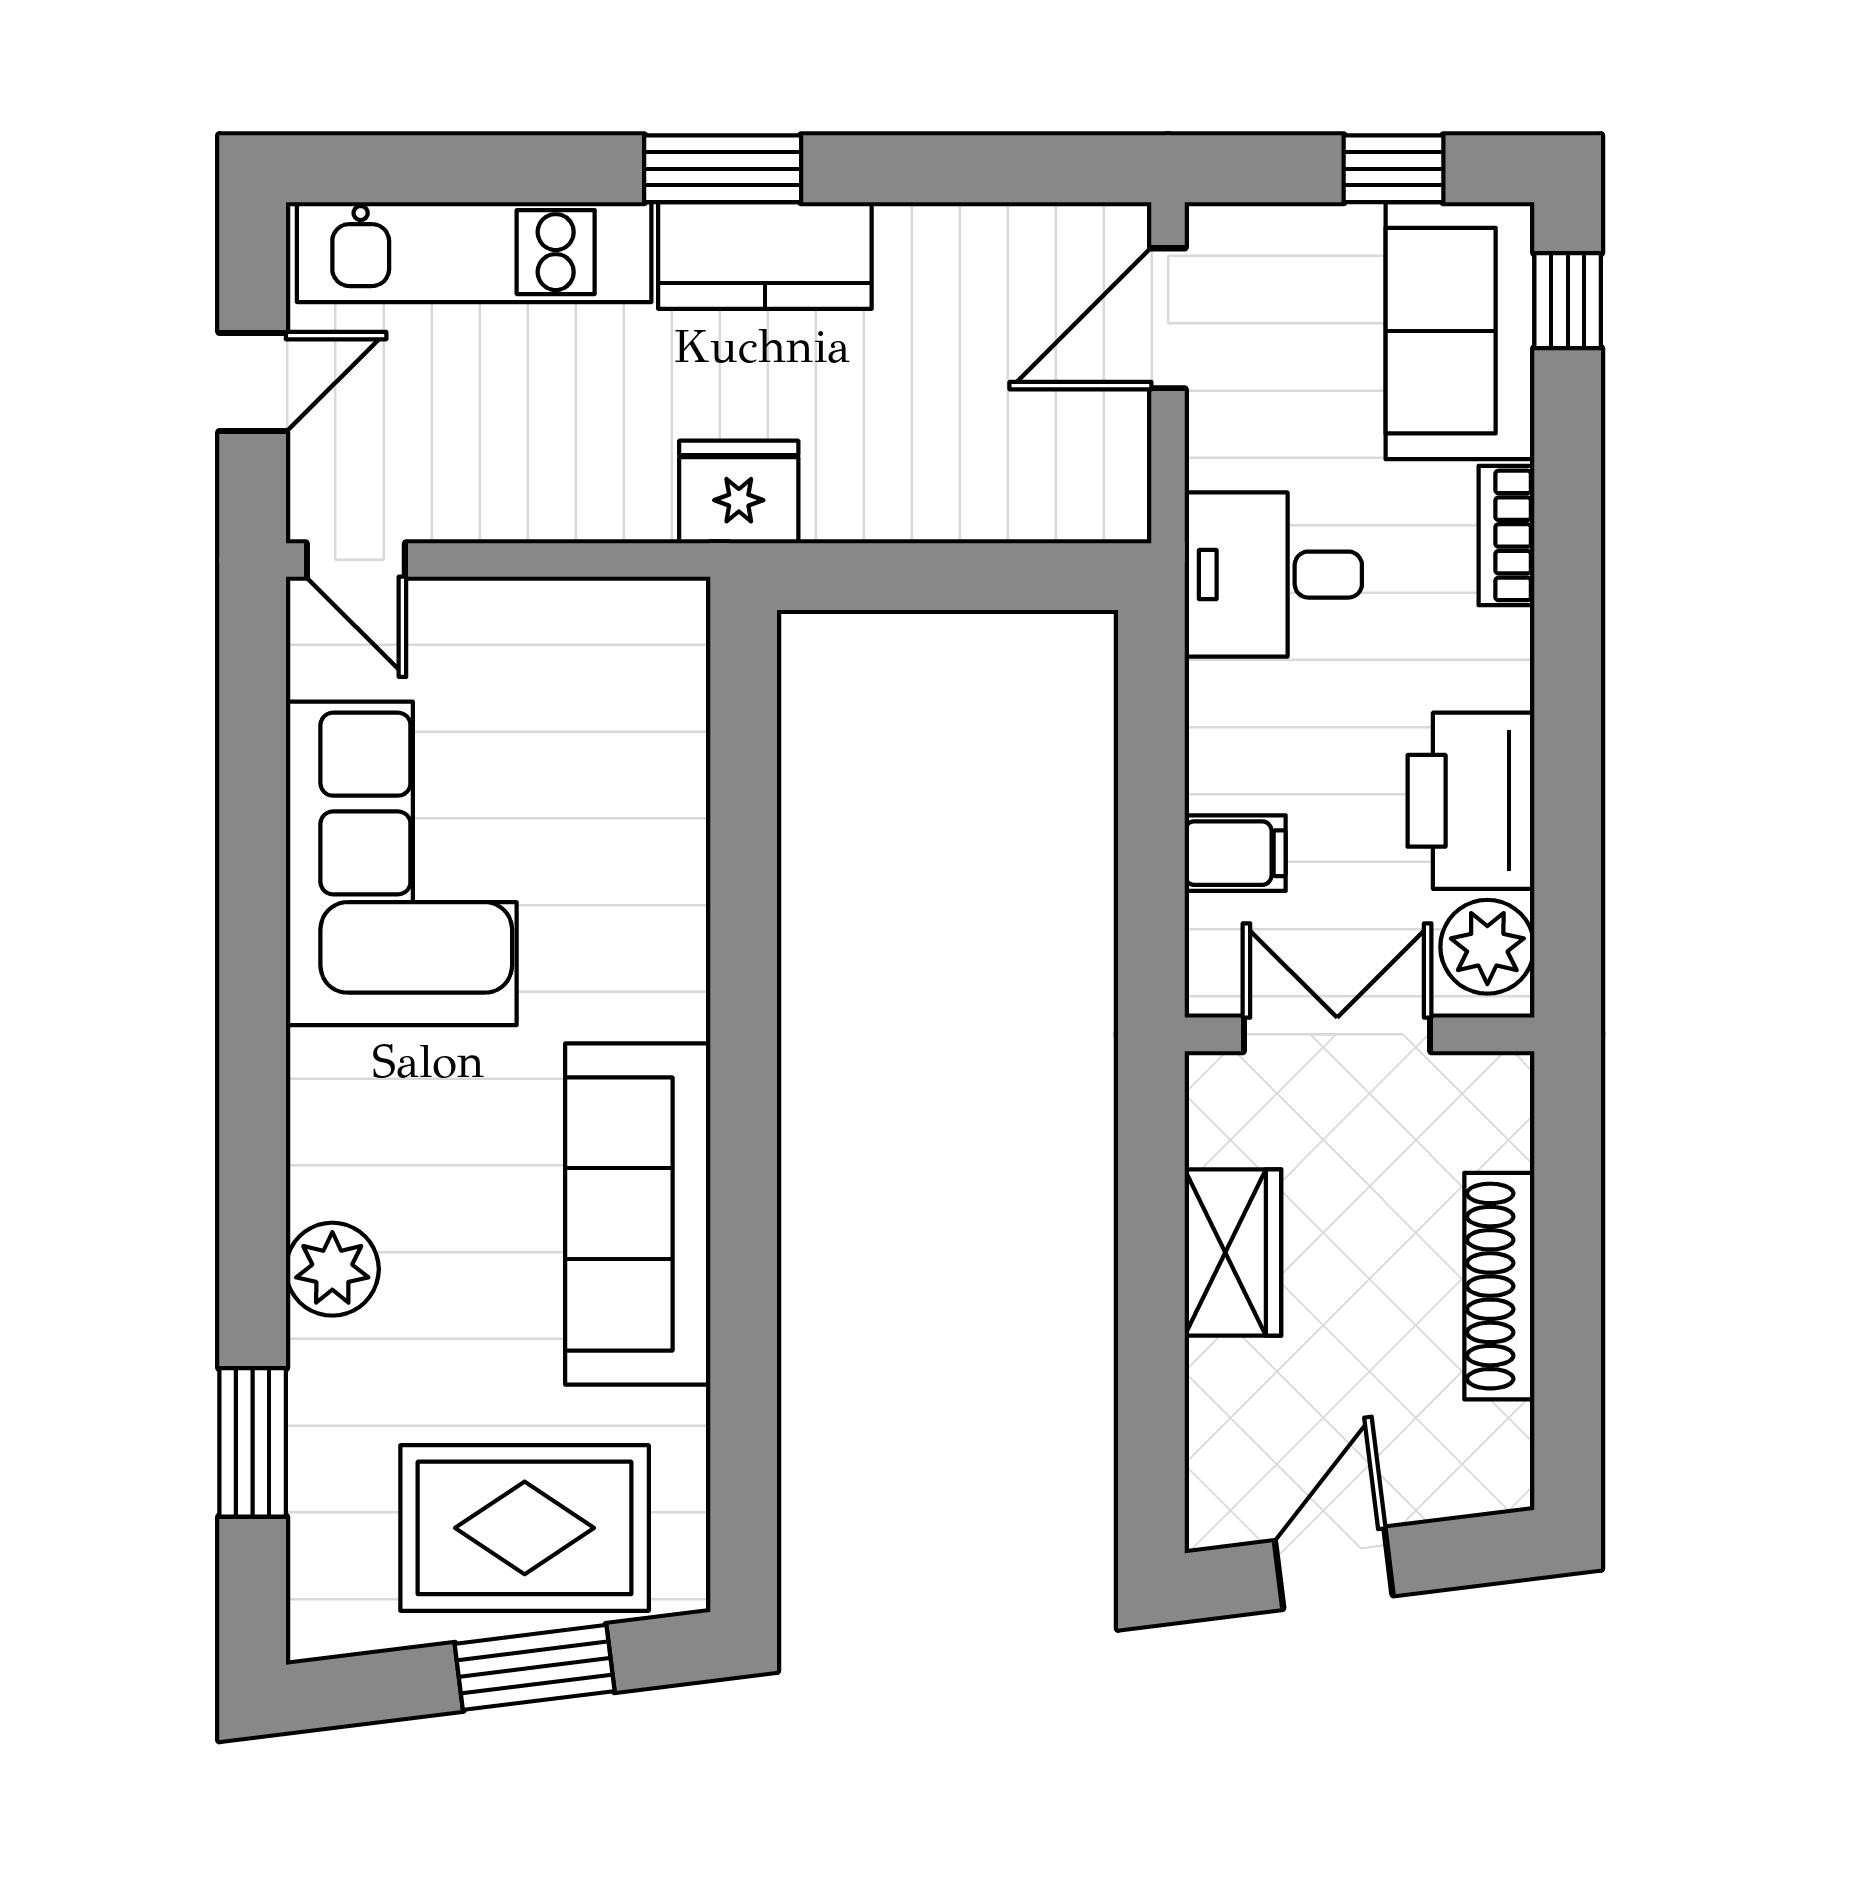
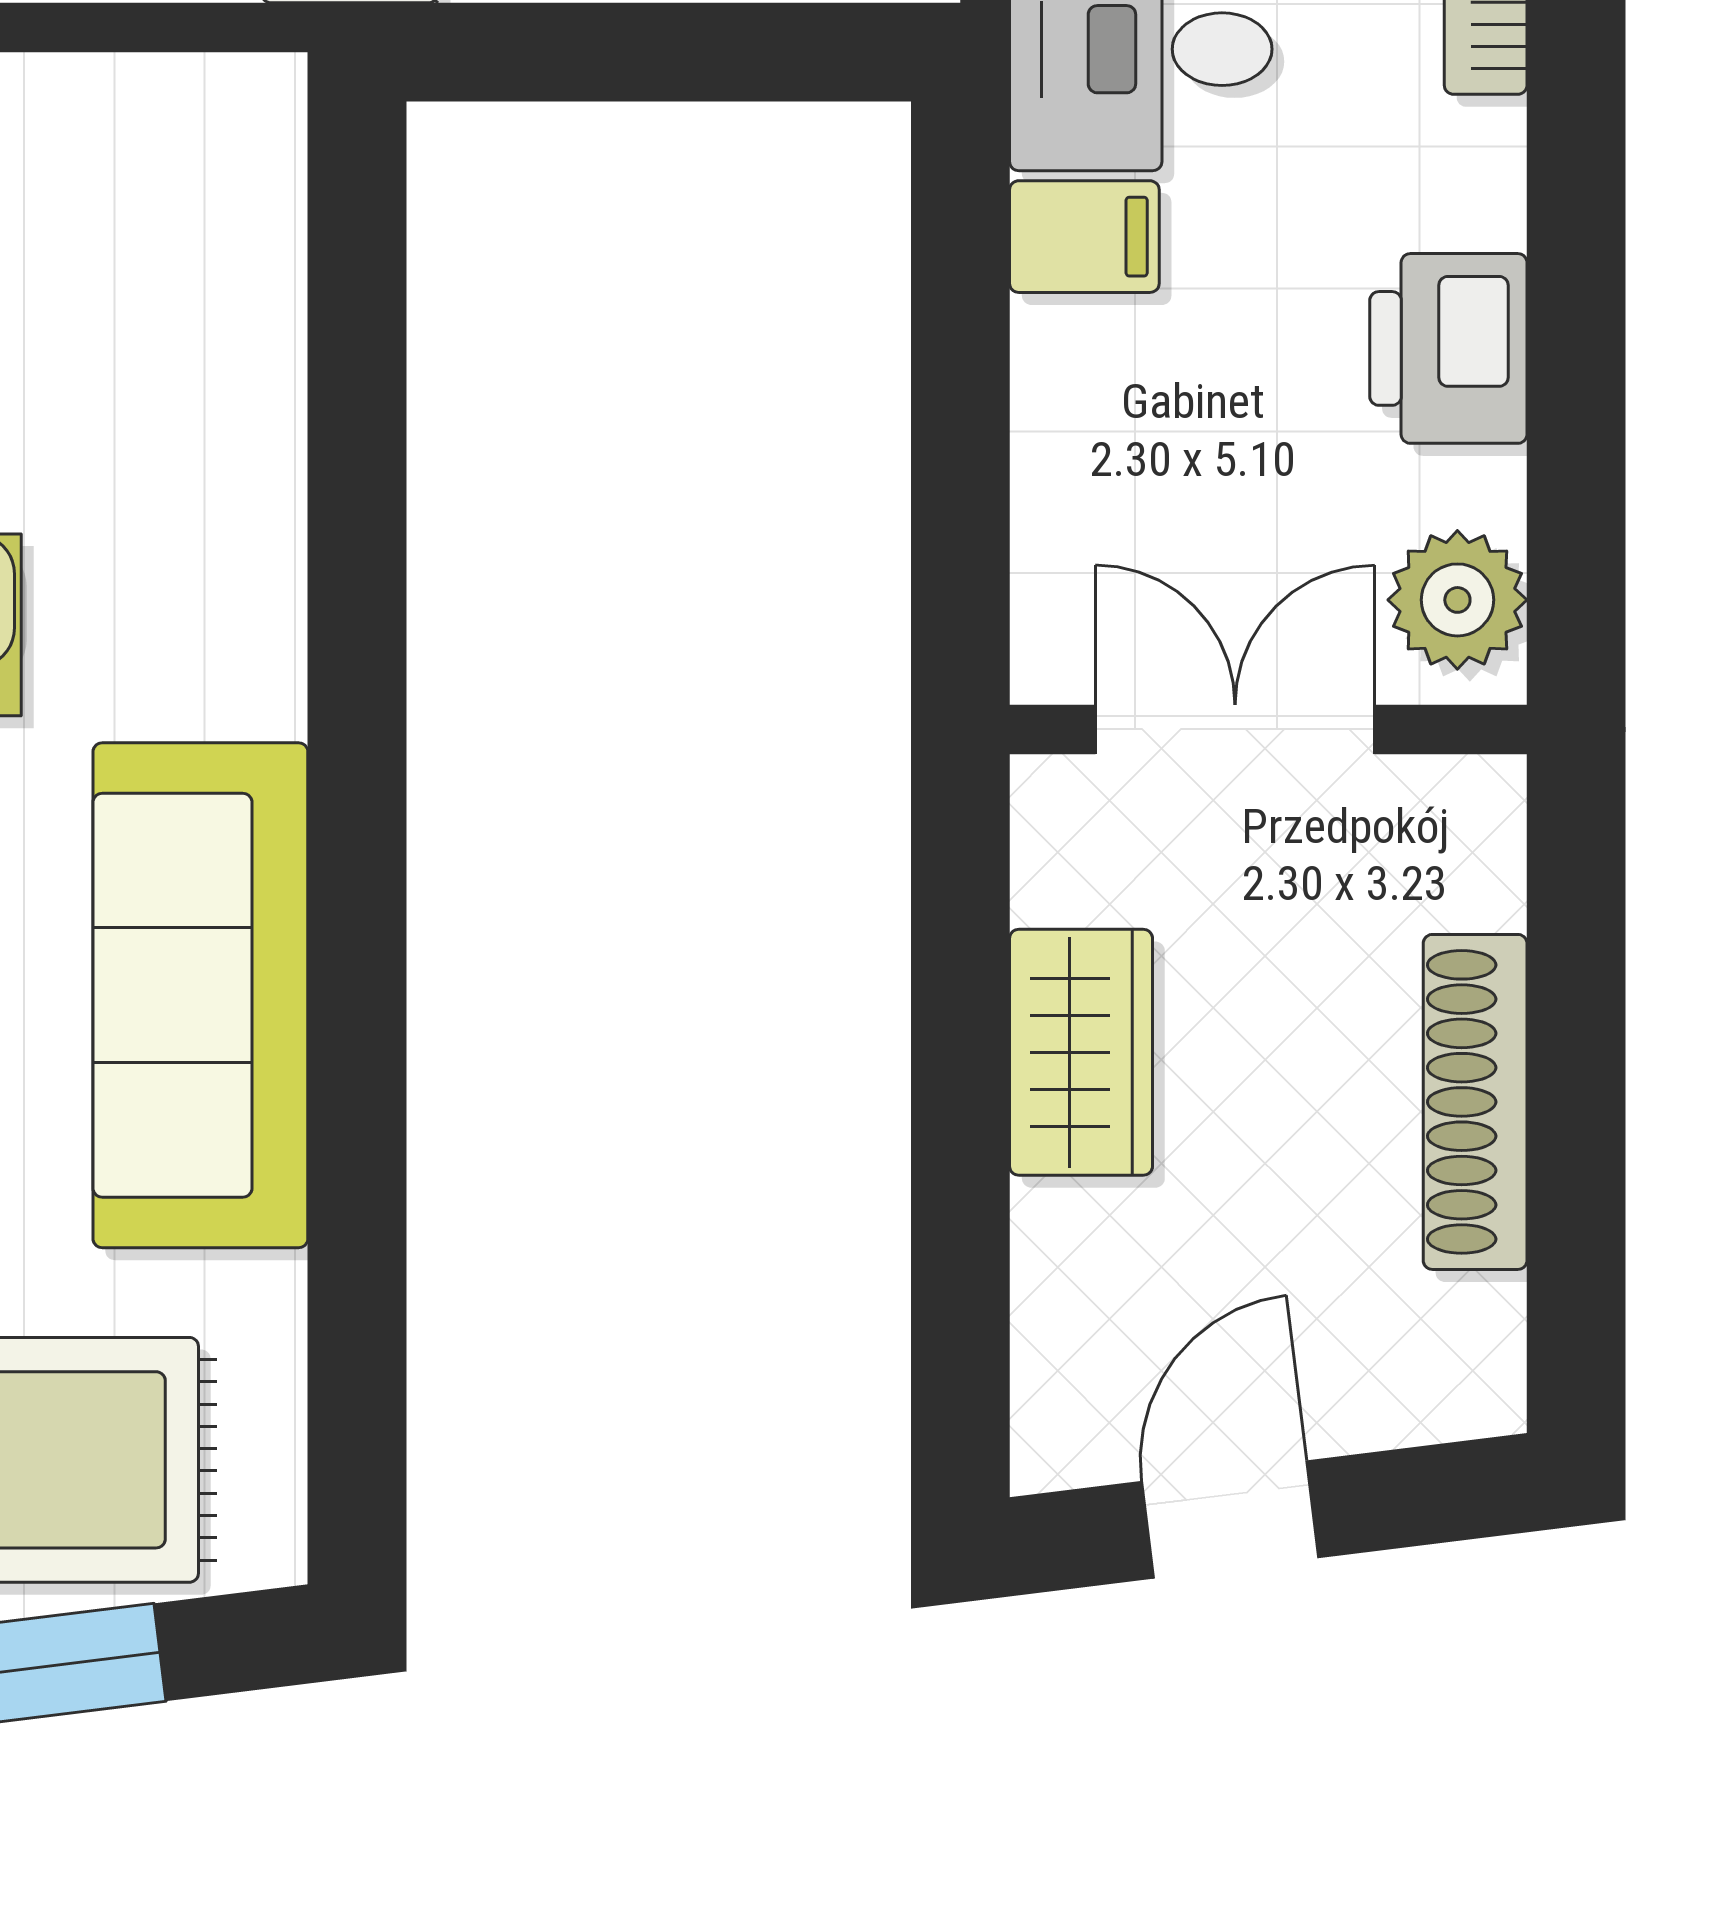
printer: (1471, 801) -> (1448, 348), width x0.73, depth x0.84
filing cabinet: (1235, 853) -> (1084, 237), moved

